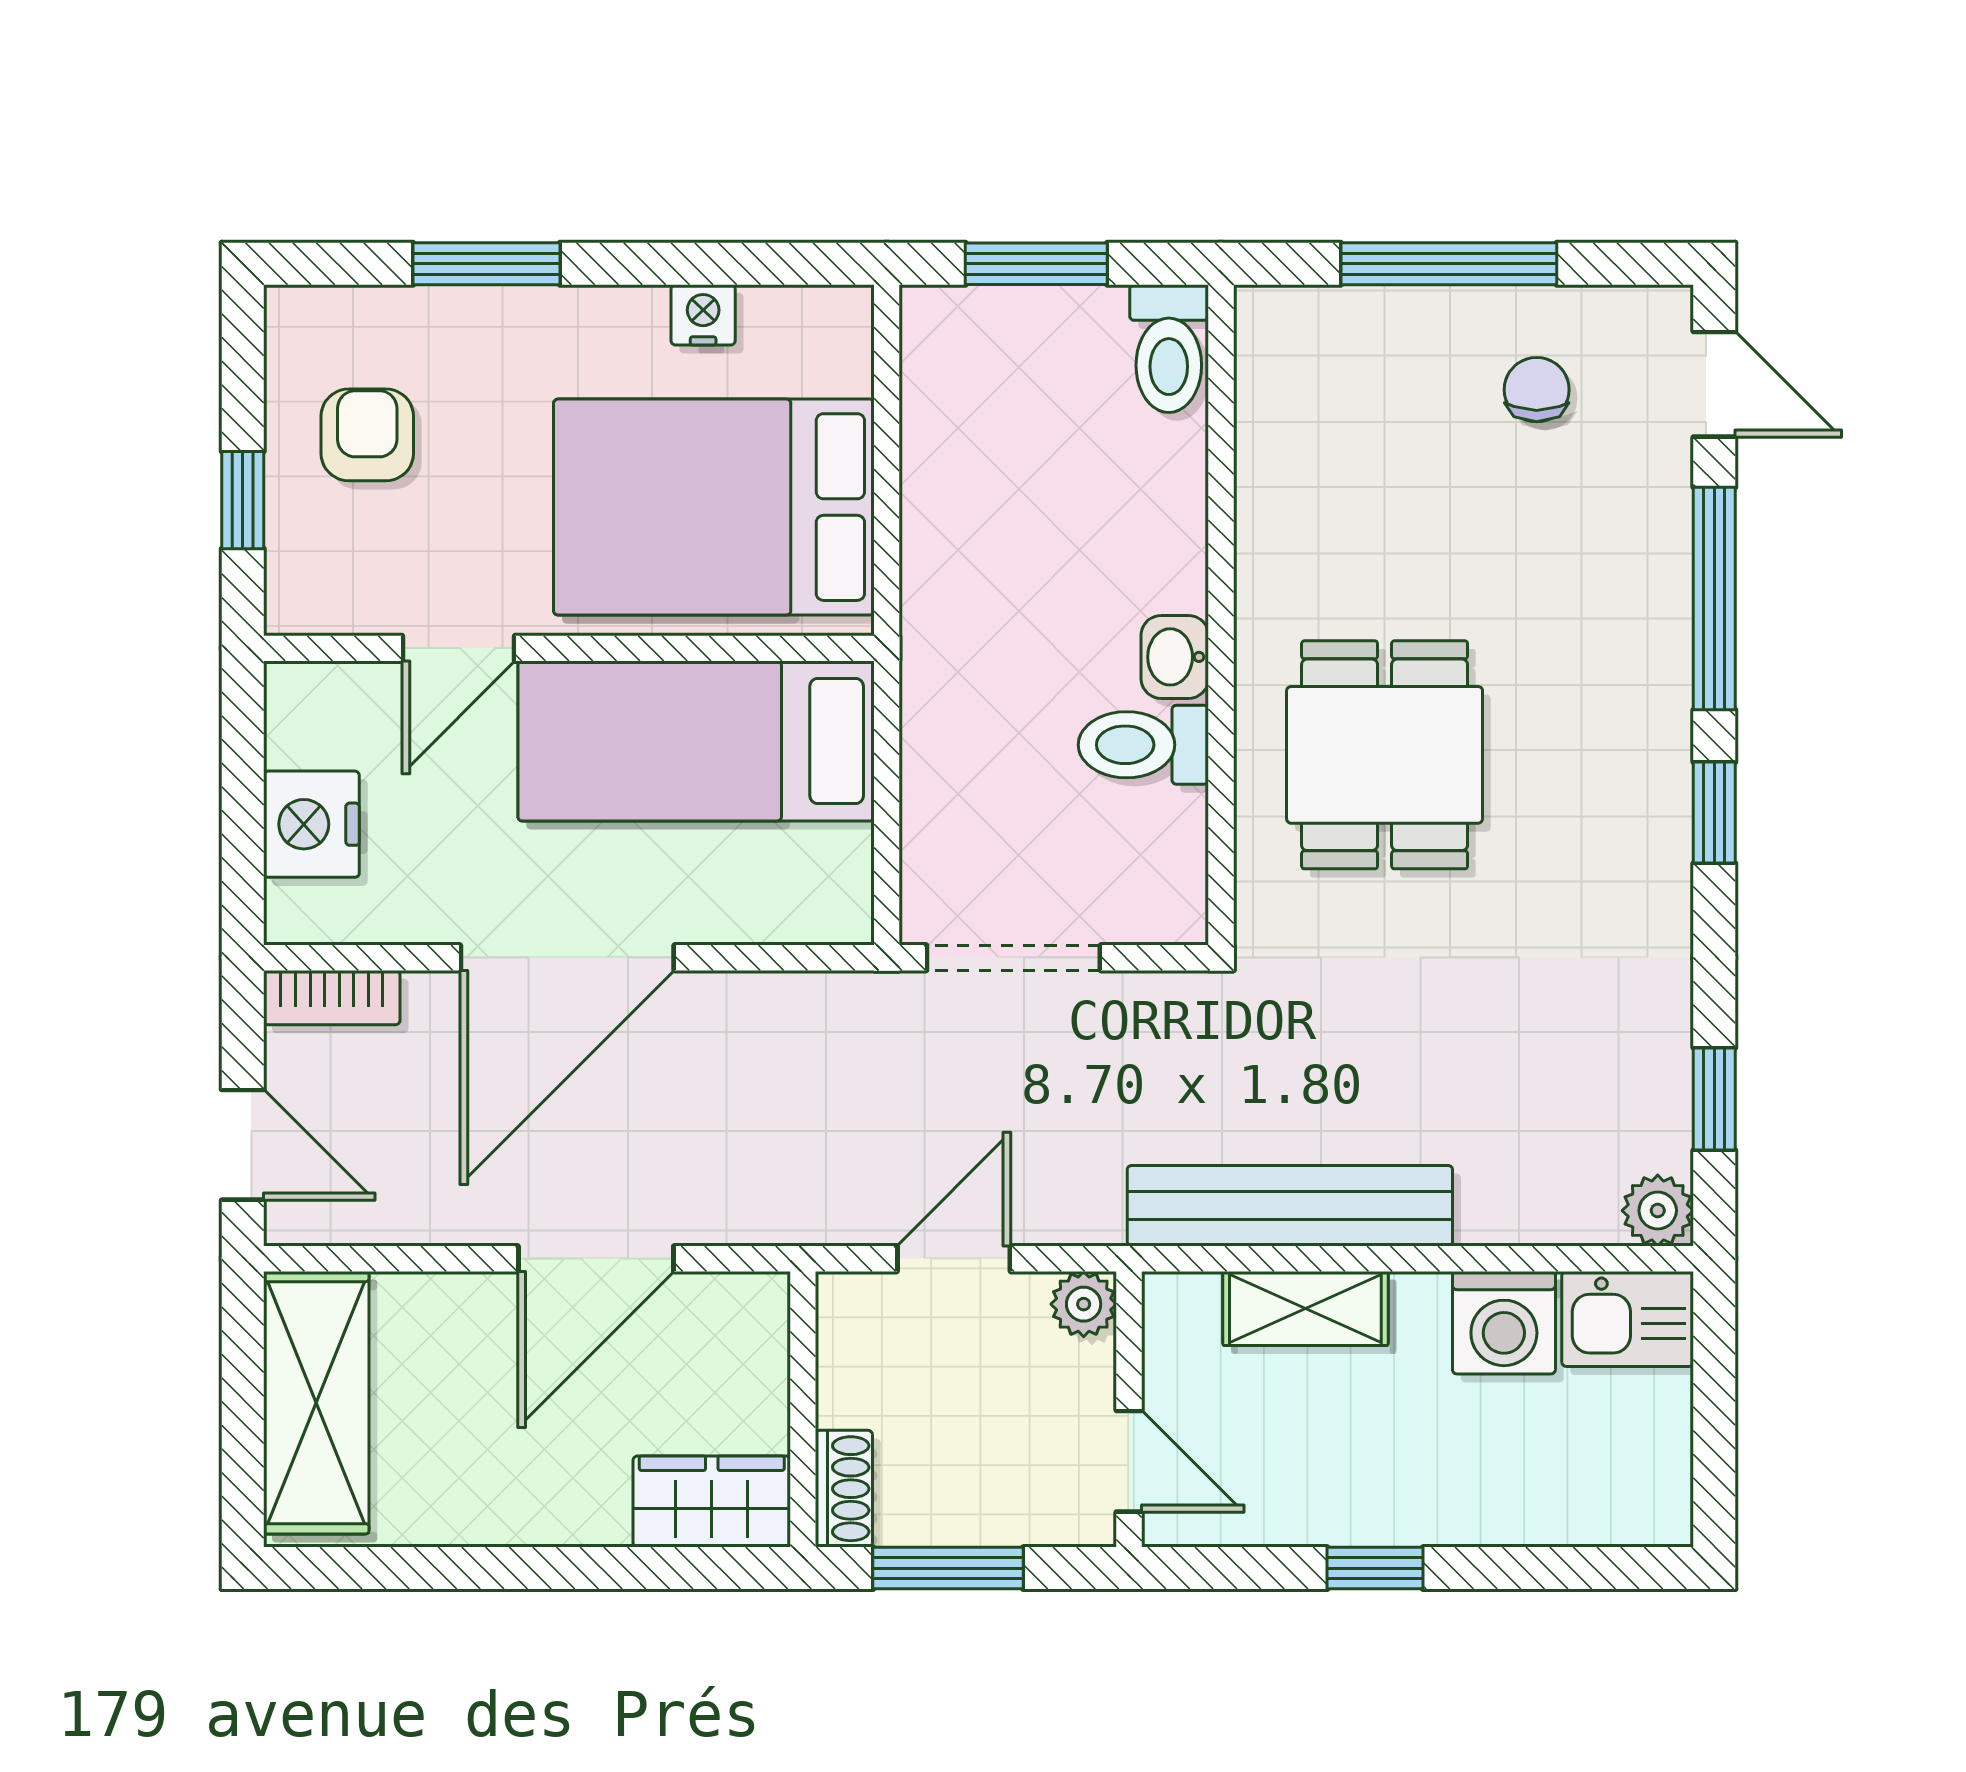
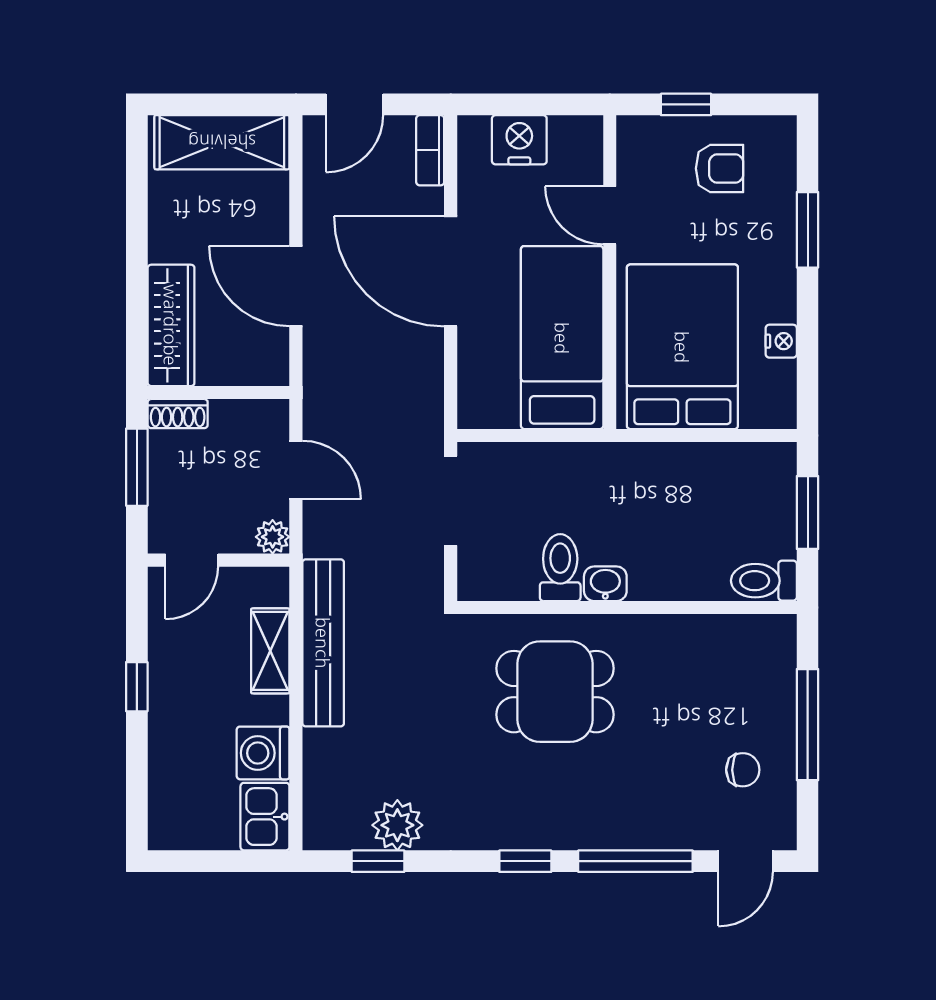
plant: (1658, 1211) -> (397, 825), moved, width x1.38, depth x1.38
wardrobe: (712, 1502) -> (171, 325), width x1.50

